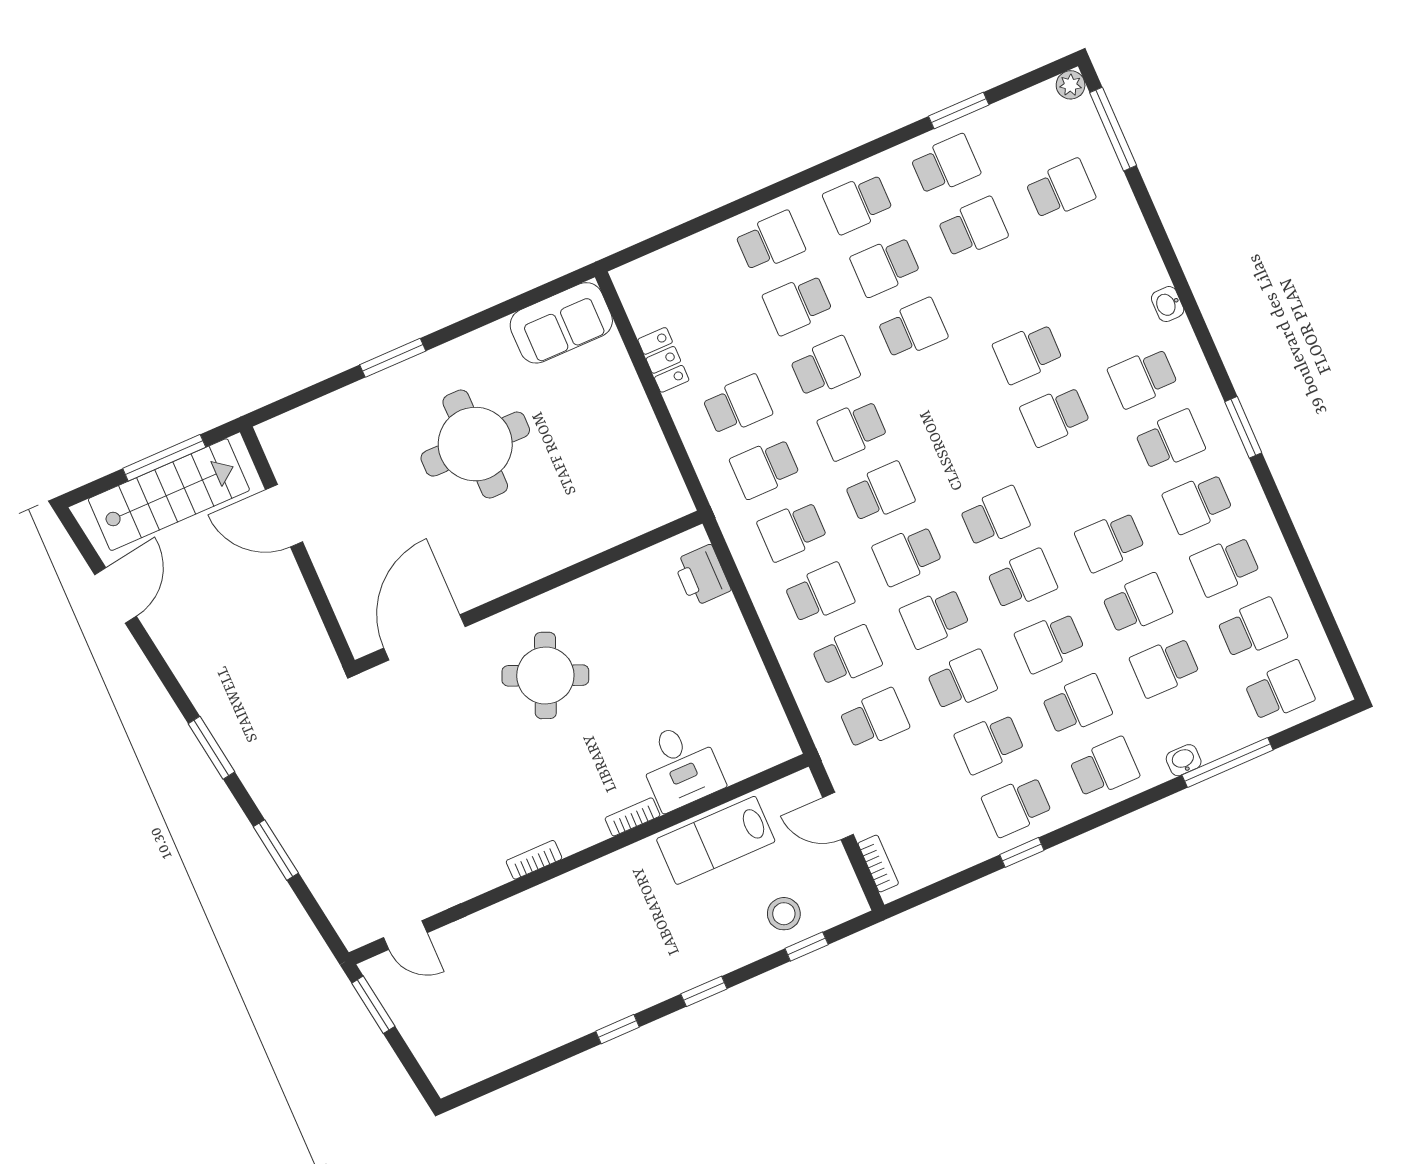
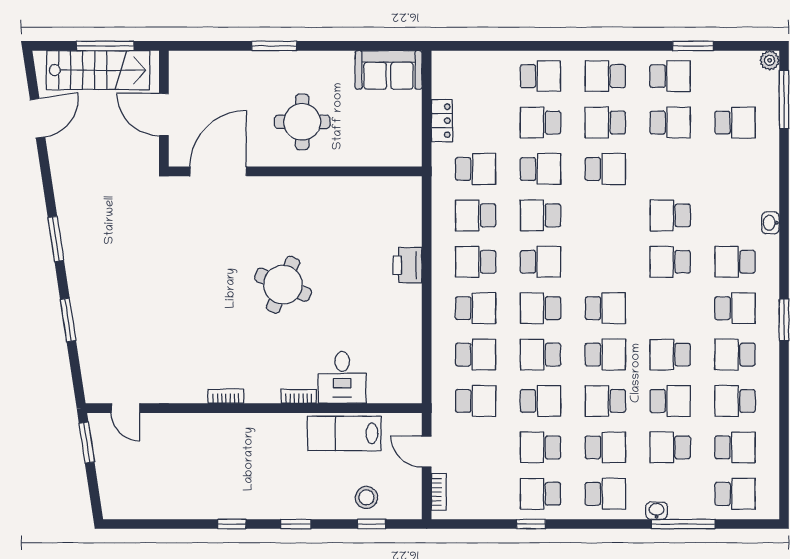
round table: (475, 444) -> (302, 122), width x0.73, depth x0.73
wall: (529, 592) -> (295, 171), moved
door: (424, 637) -> (218, 171), moved

